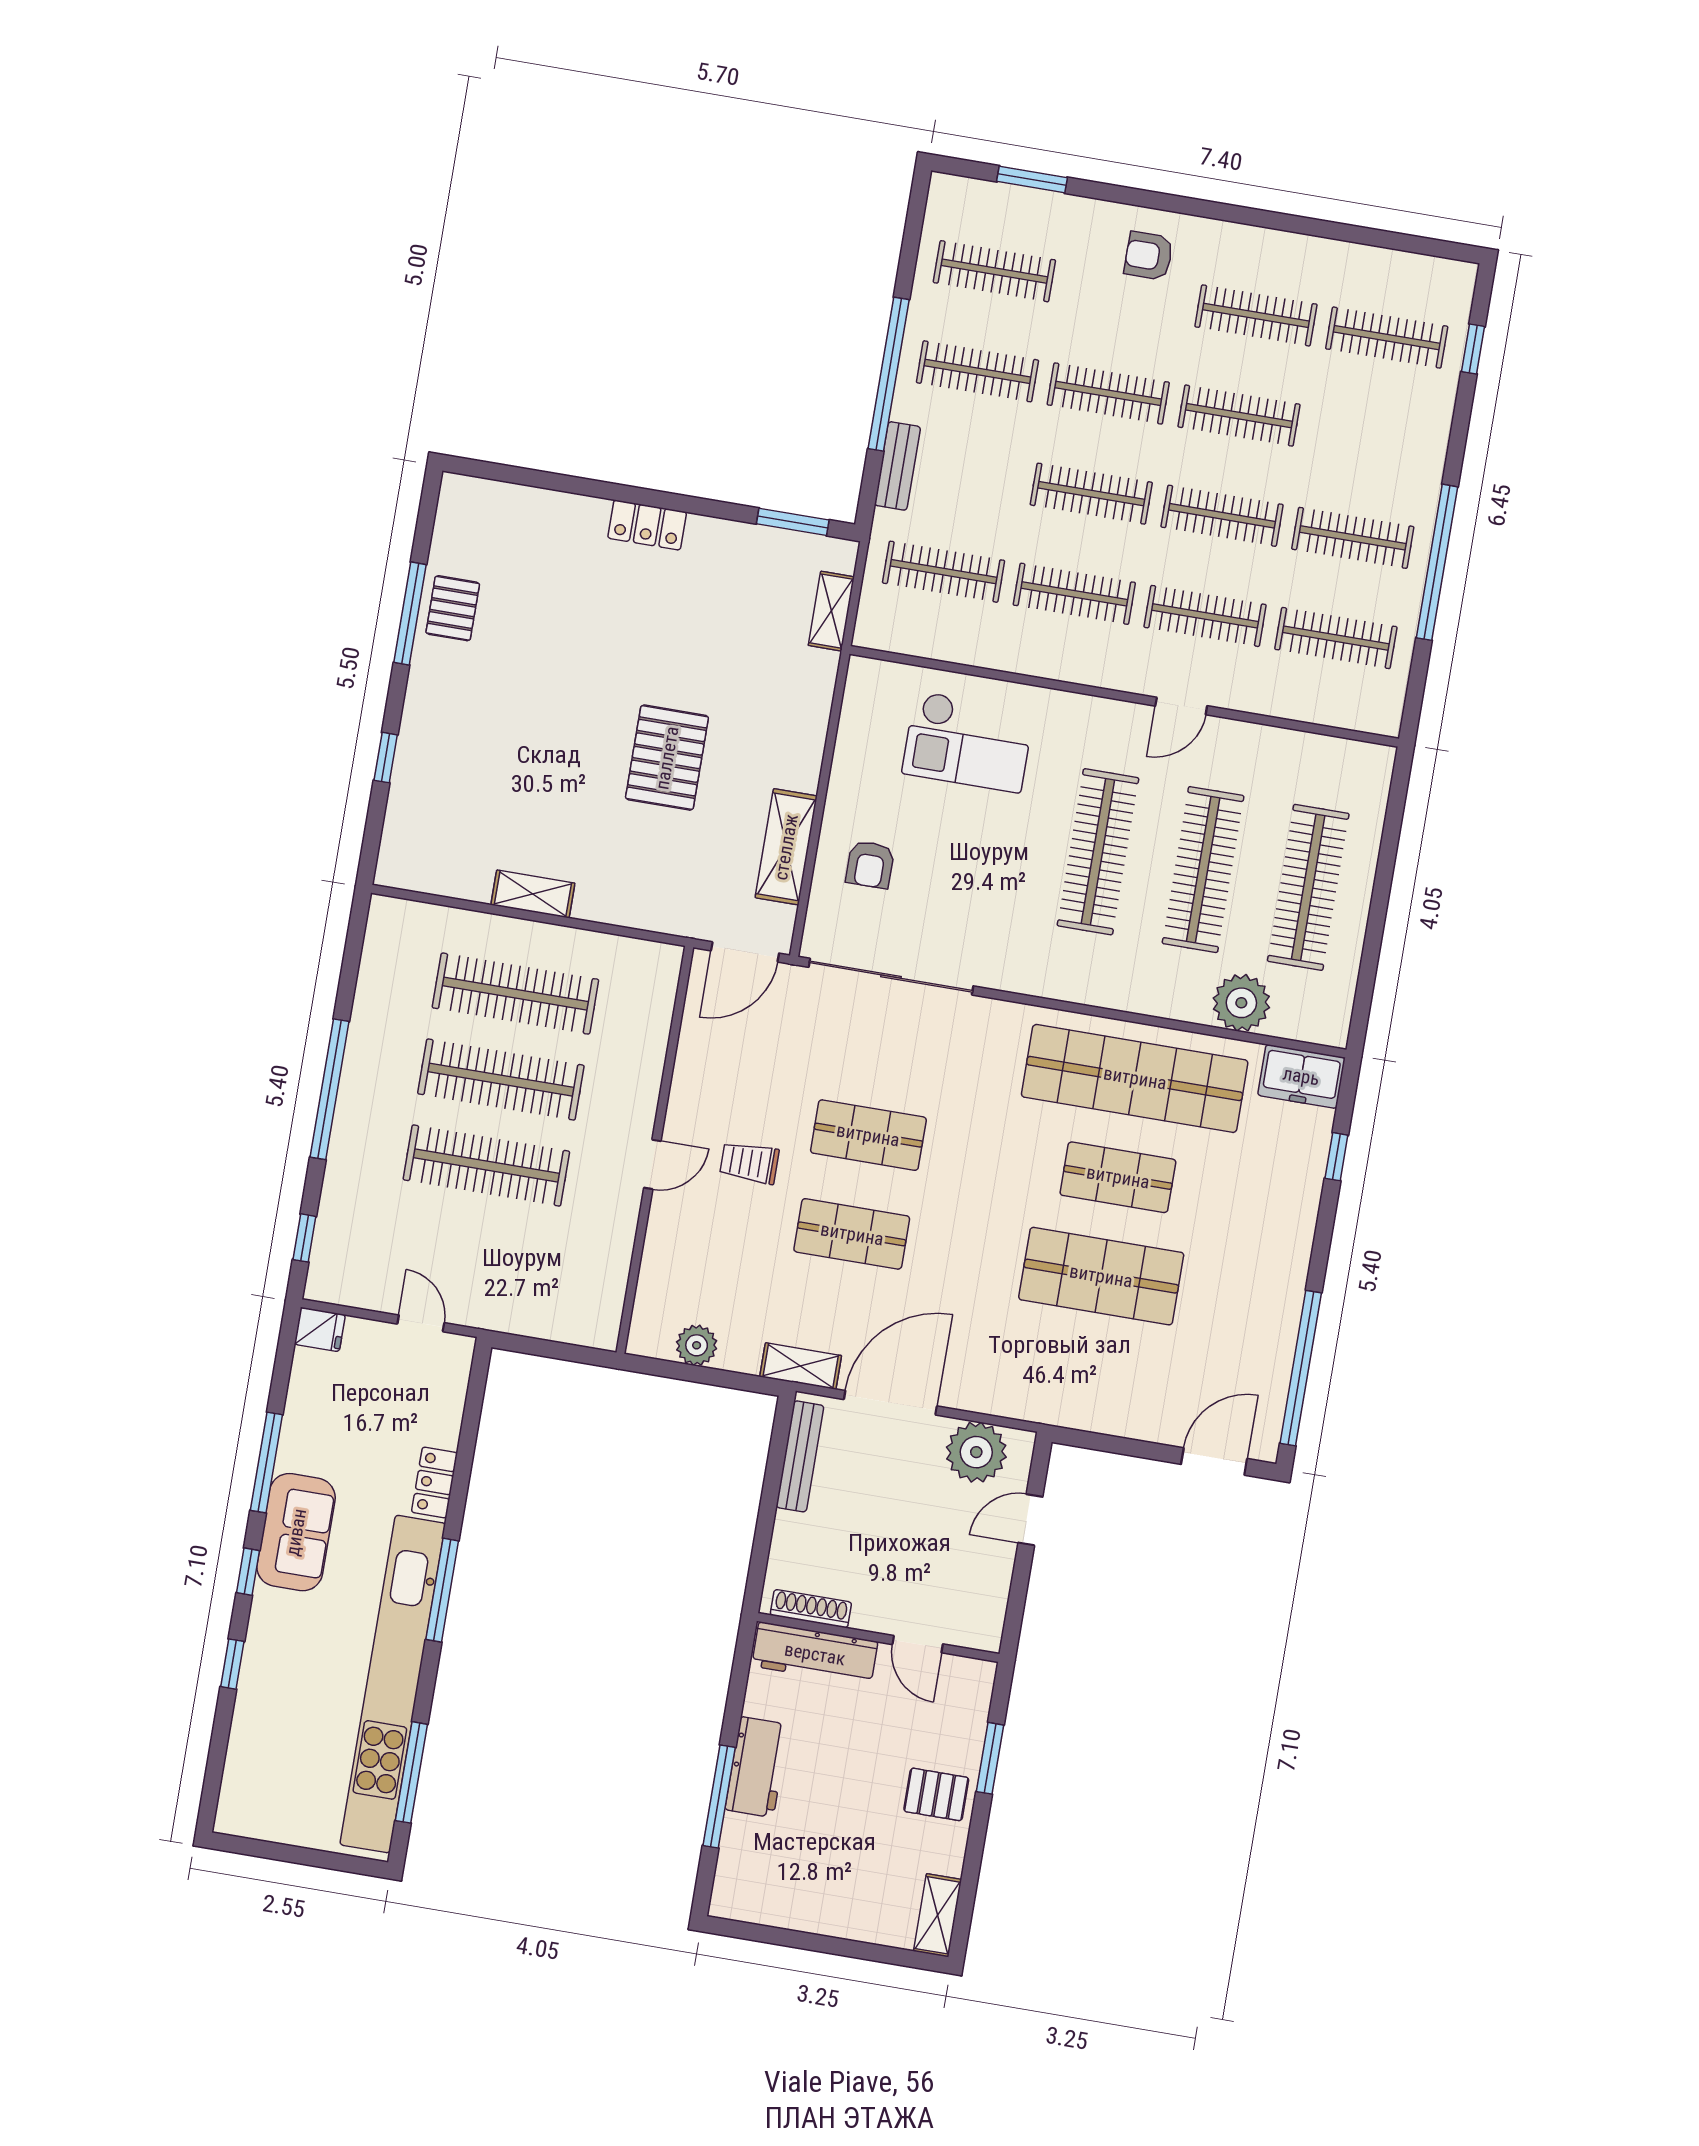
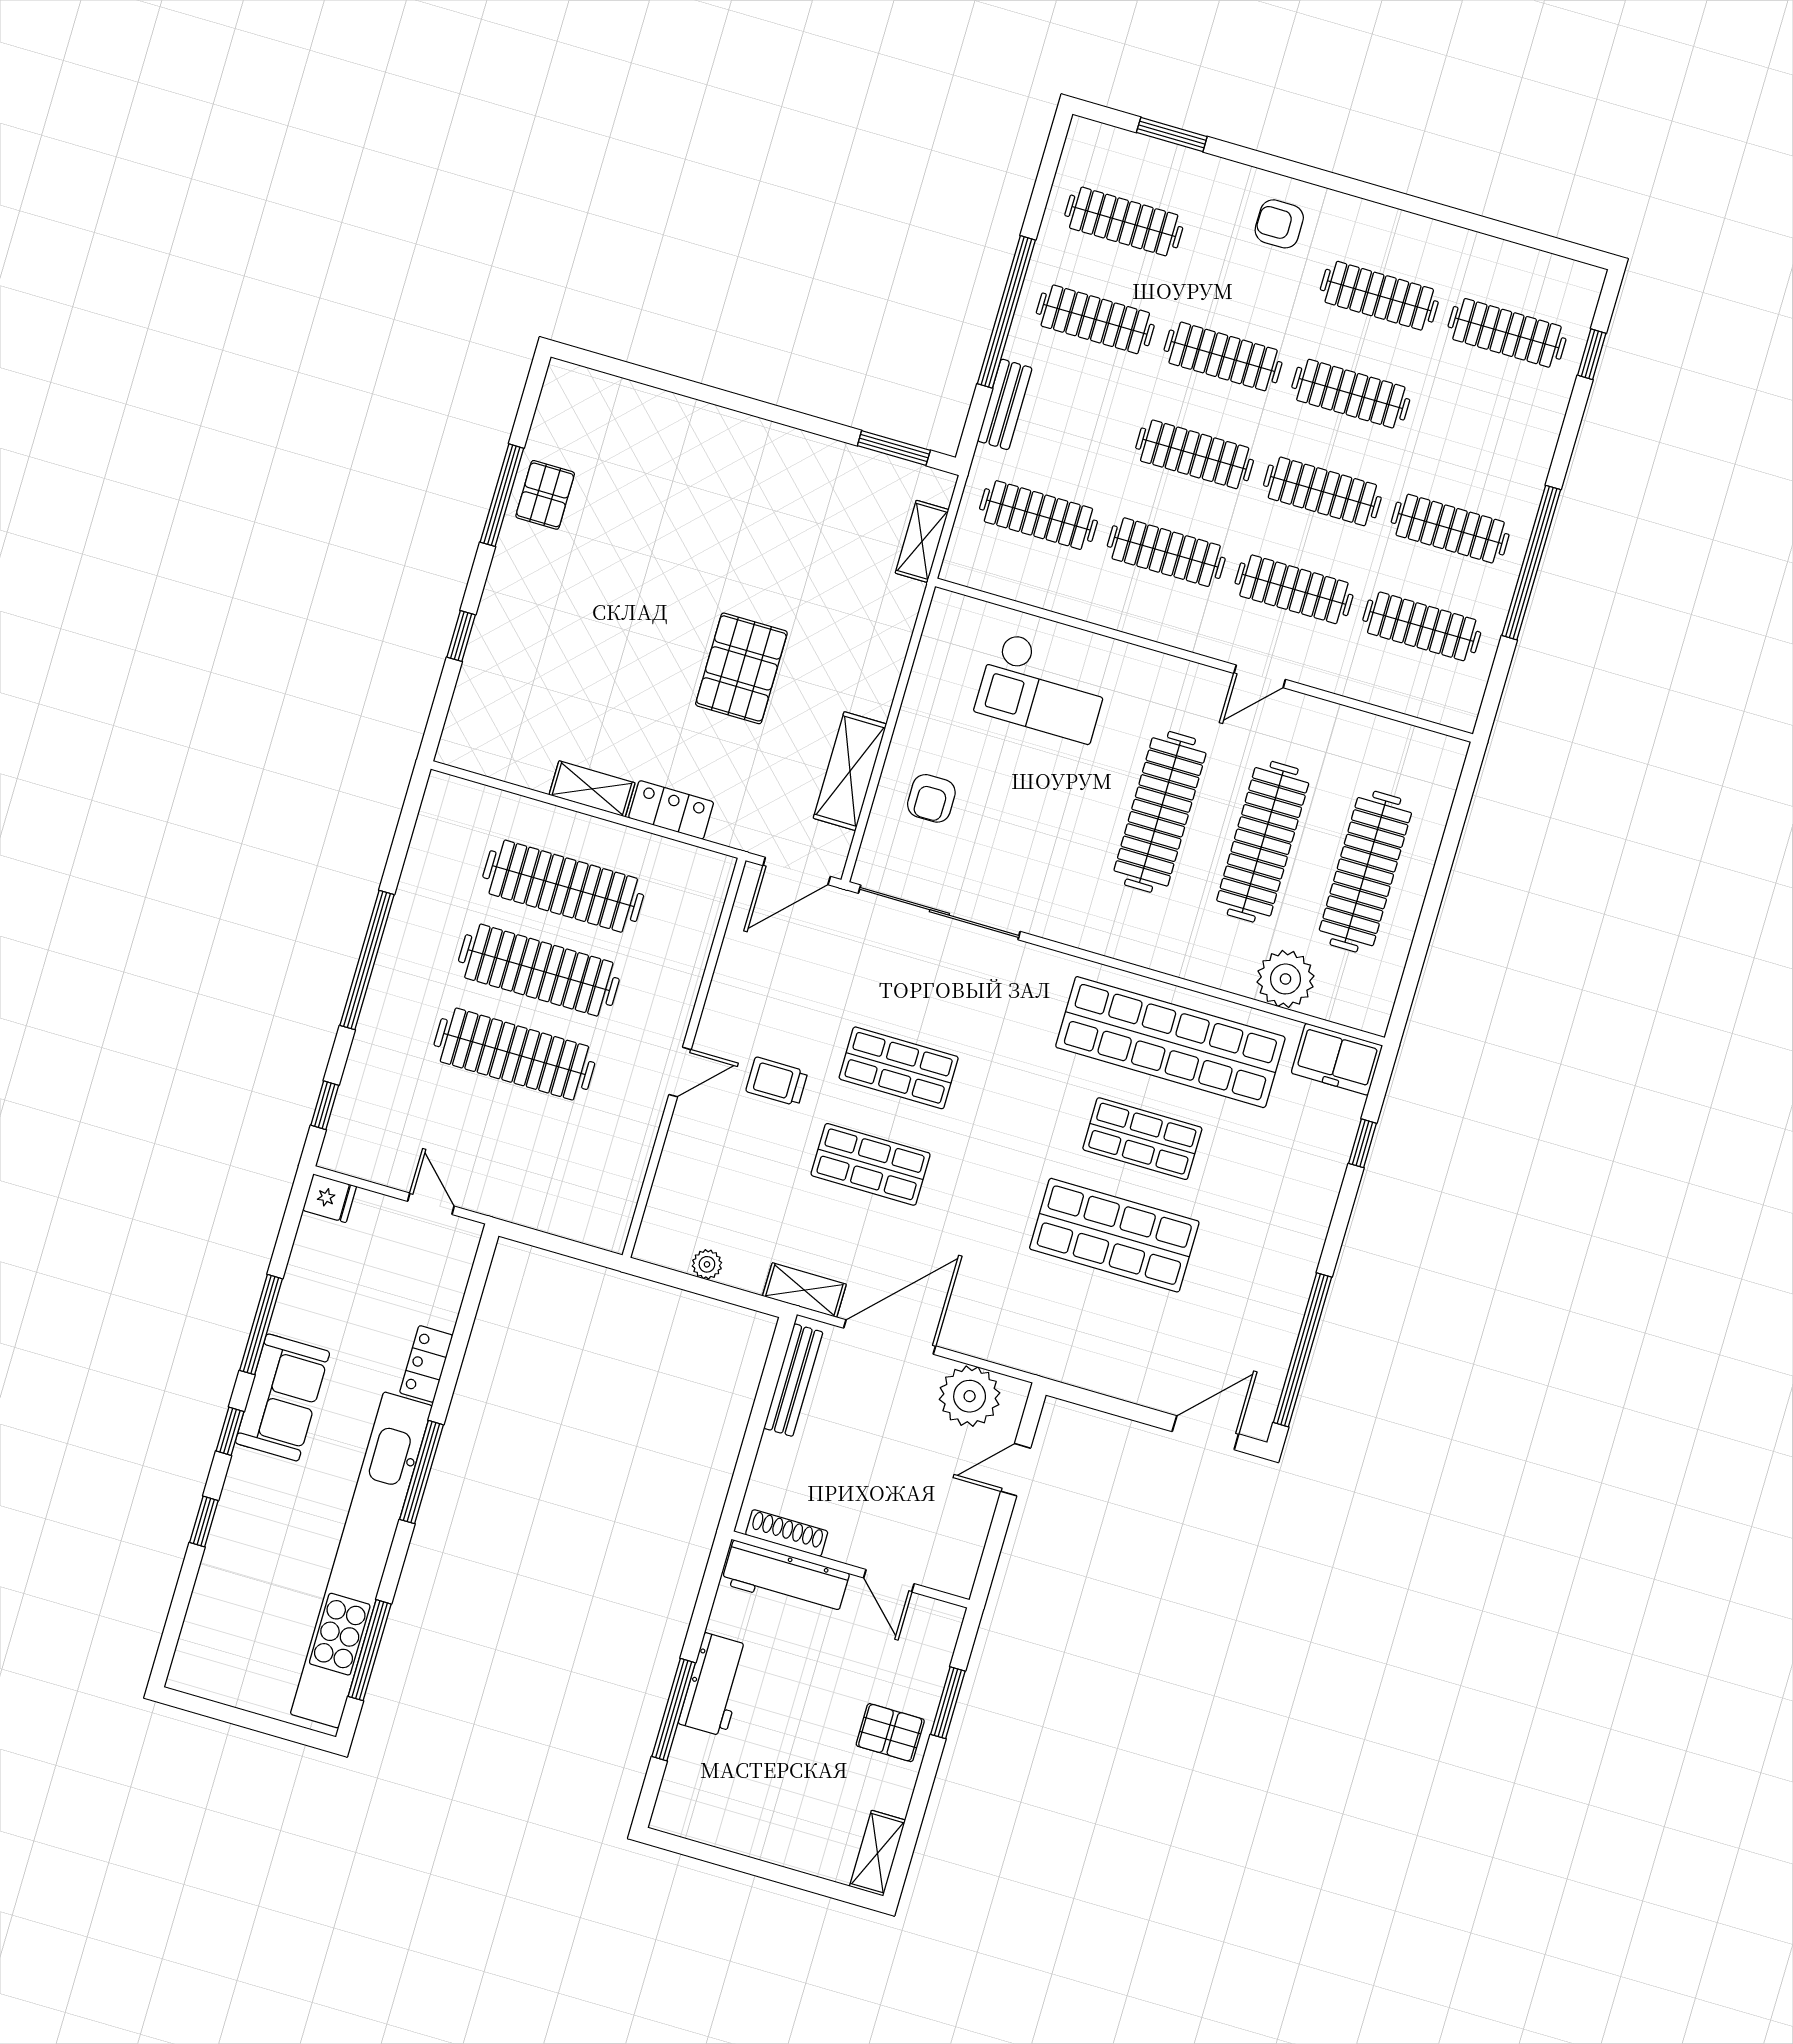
locker: (647, 525) -> (671, 810), moved, turned 180
plant: (697, 1345) -> (707, 1264), width x0.73, depth x0.73

